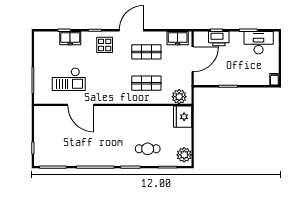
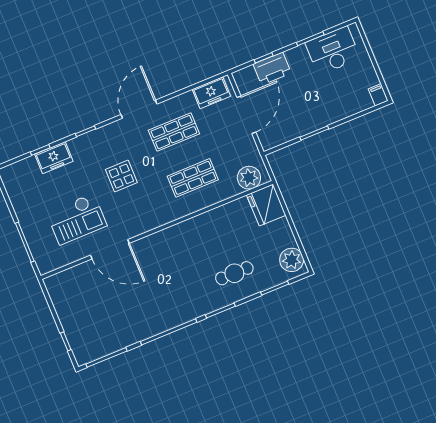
display table: (105, 45) -> (121, 176), moved

